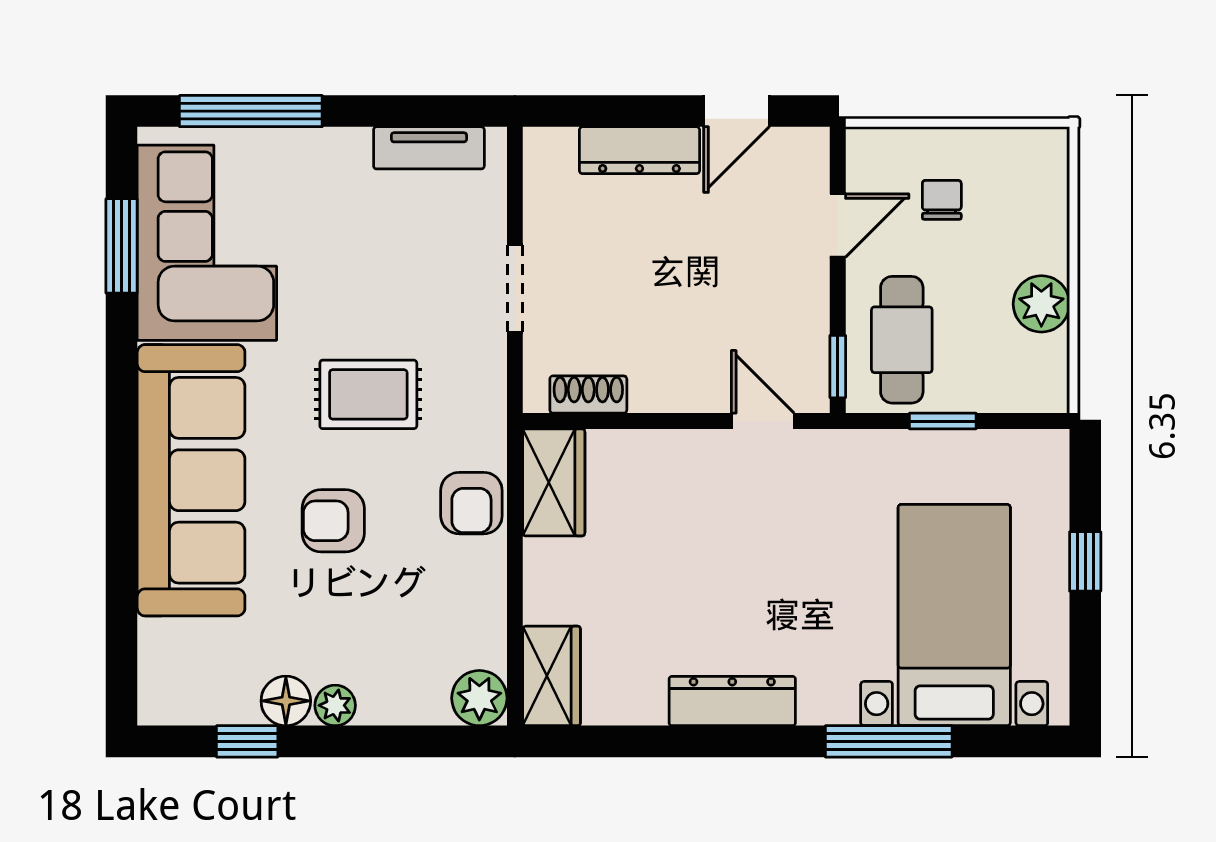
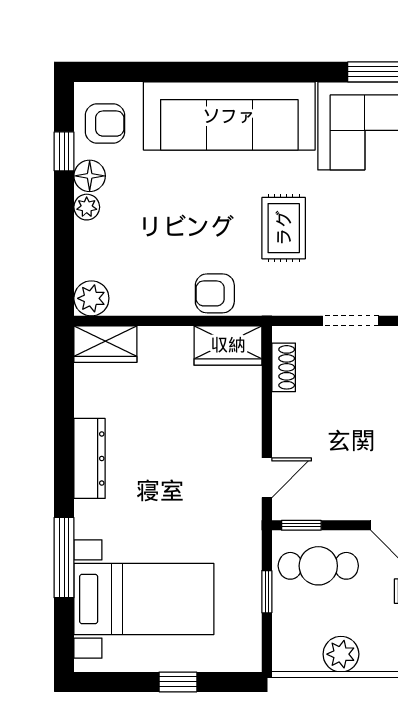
armchair: (333, 521) -> (105, 124), moved, turned 90

